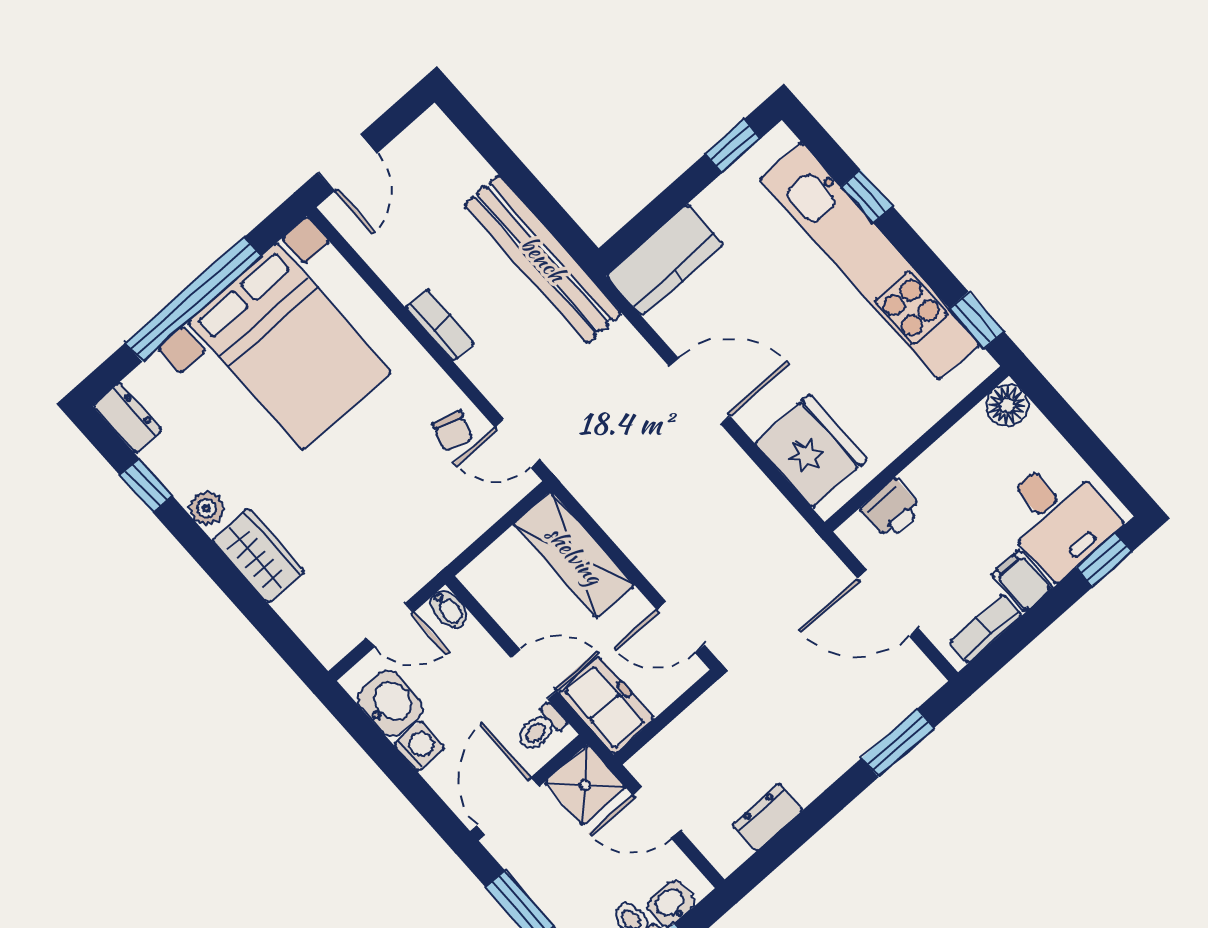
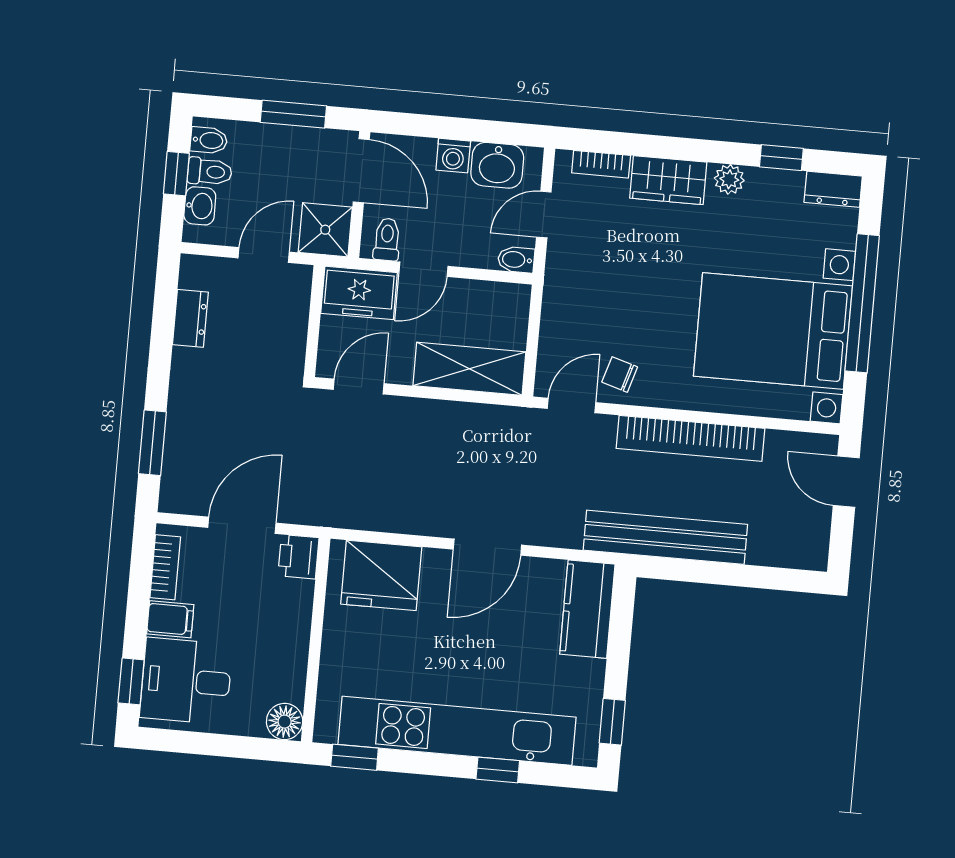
bookcase: (440, 325) -> (690, 438), width x2.31, depth x1.31
printer: (891, 509) -> (299, 557), moved
bookcase: (302, 622) -> (601, 164), added

